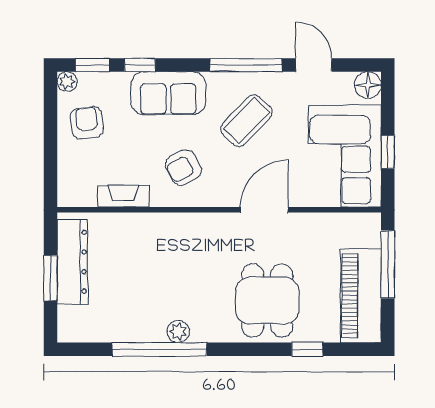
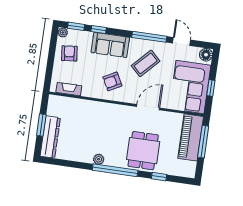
fireplace: (123, 196) -> (69, 89), moved
dresser: (72, 262) -> (50, 137), moved
piano: (361, 296) -> (191, 137), moved
window: (159, 349) -> (115, 170), moved

